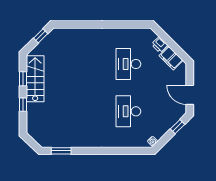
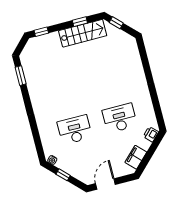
window: (41, 36) -> (116, 23), moved
printer: (160, 45) -> (151, 134), moved
window: (23, 105) -> (41, 32), moved
window: (177, 127) -> (63, 175), moved

